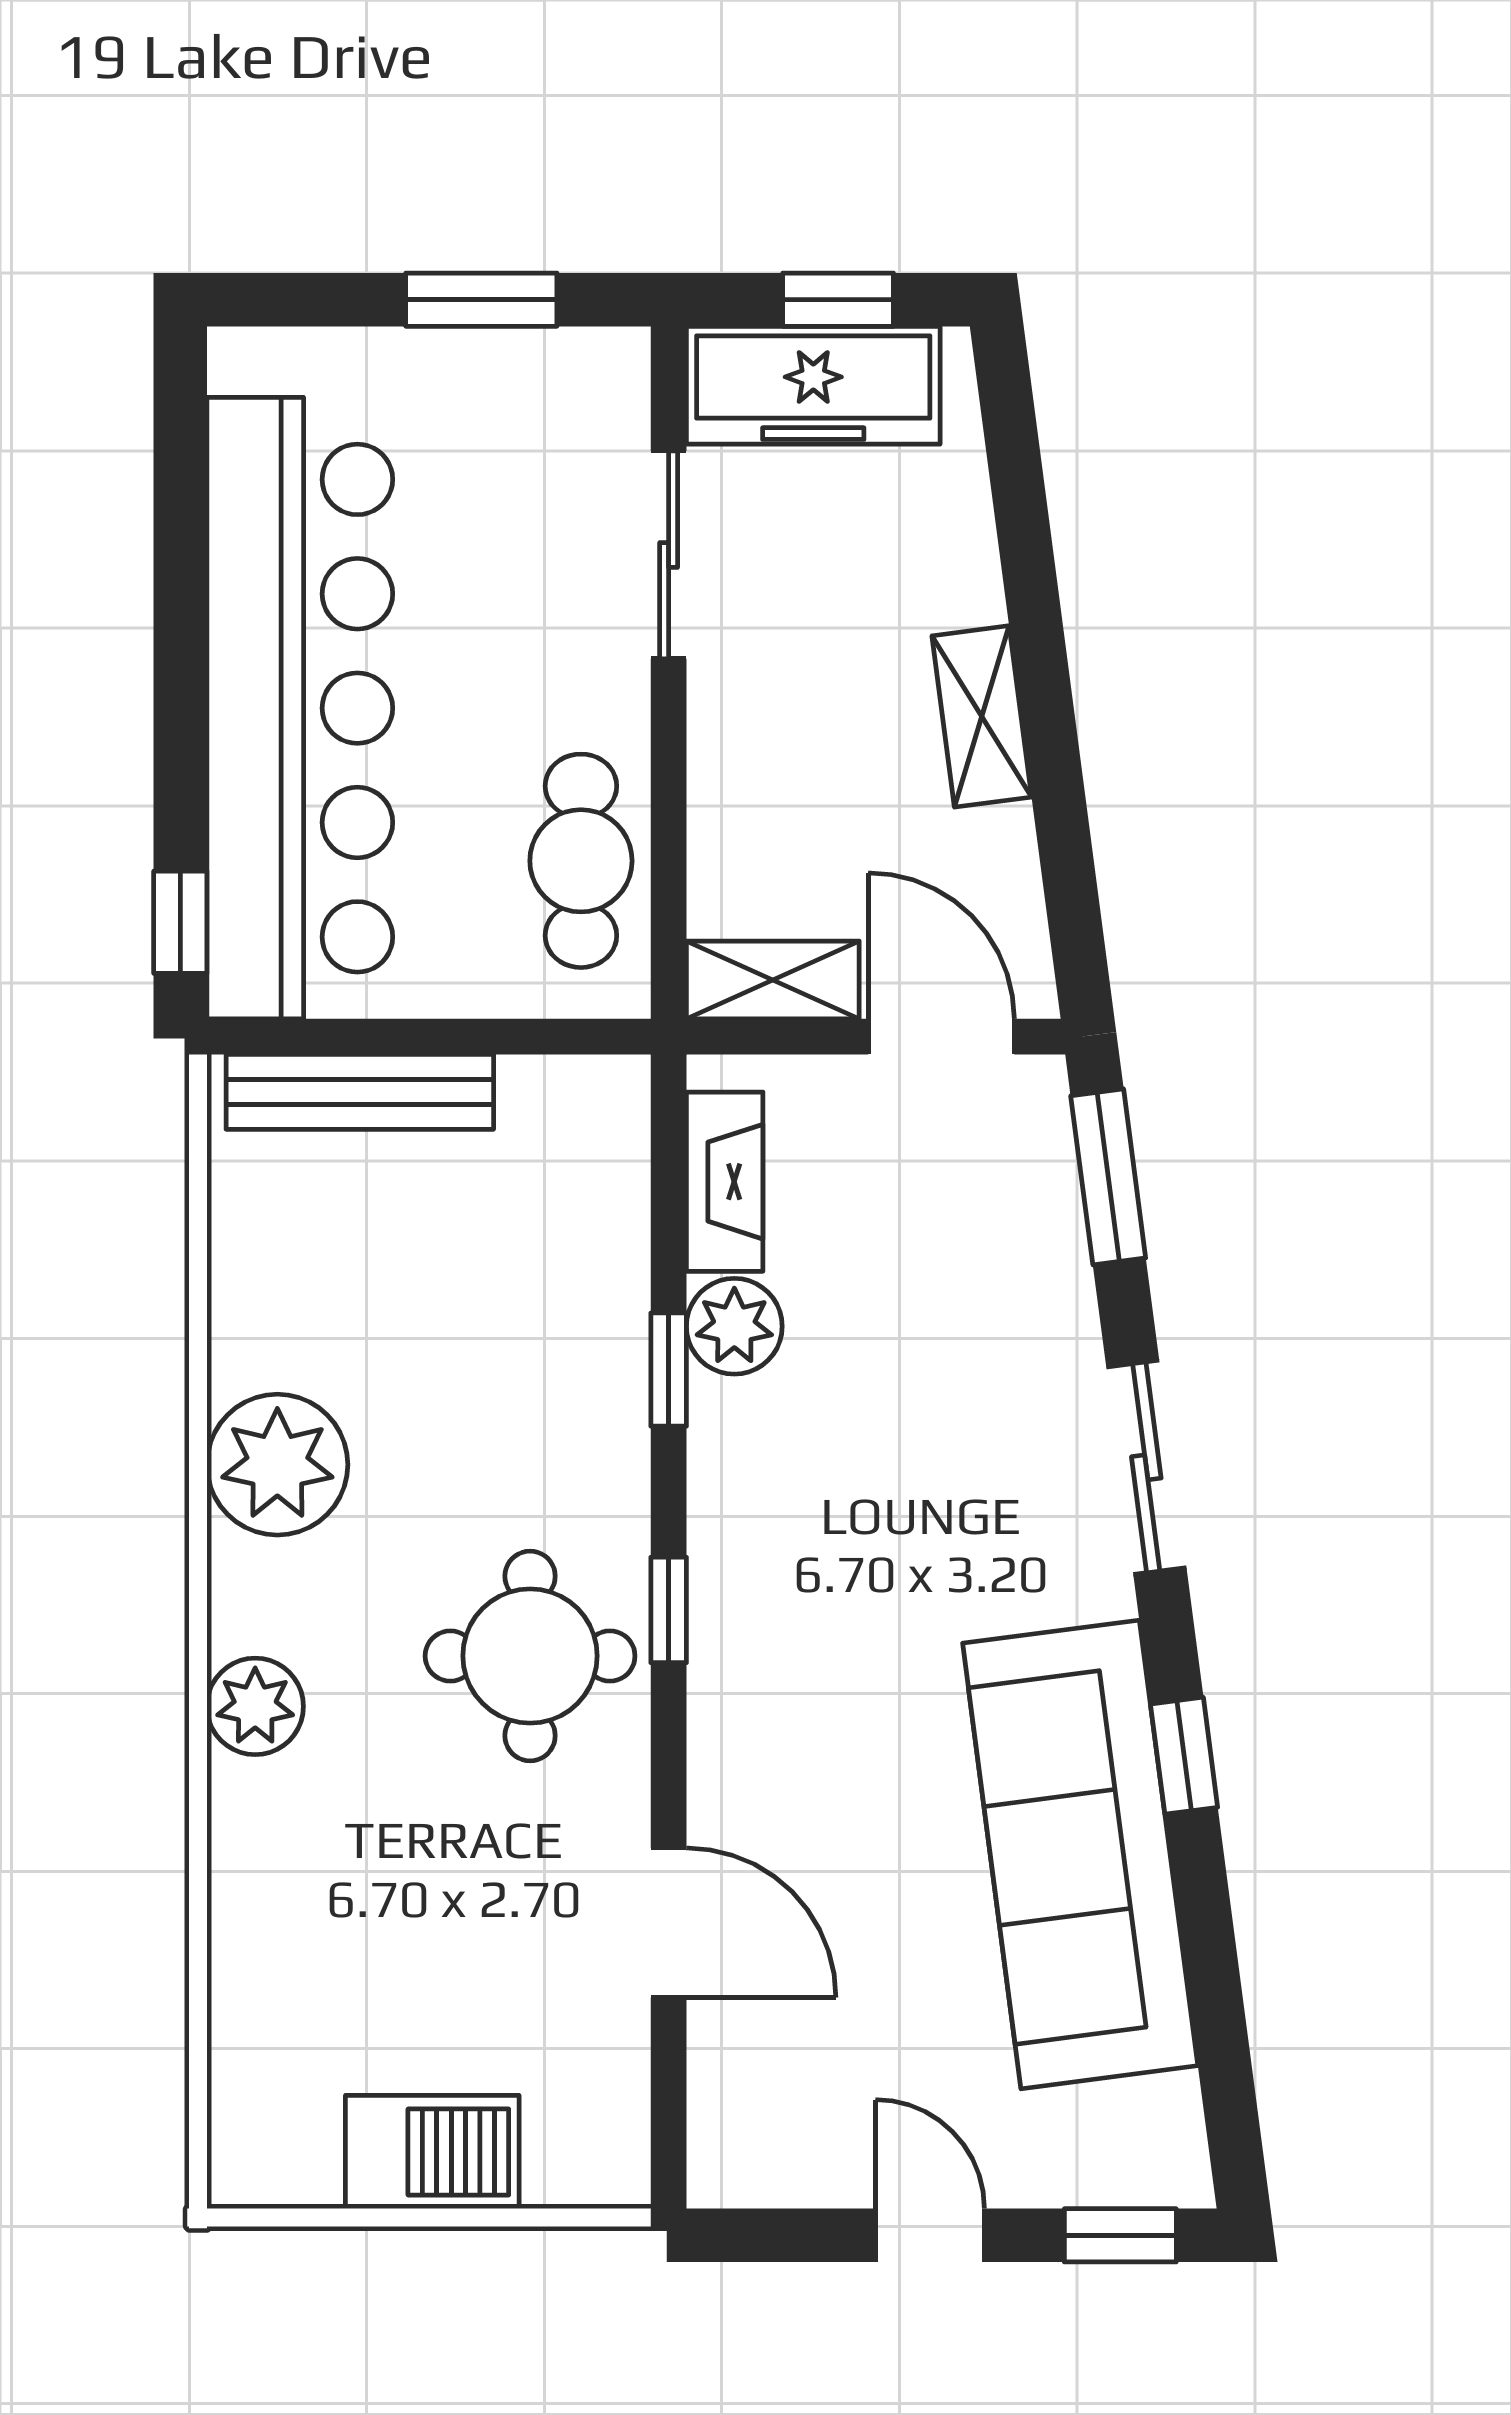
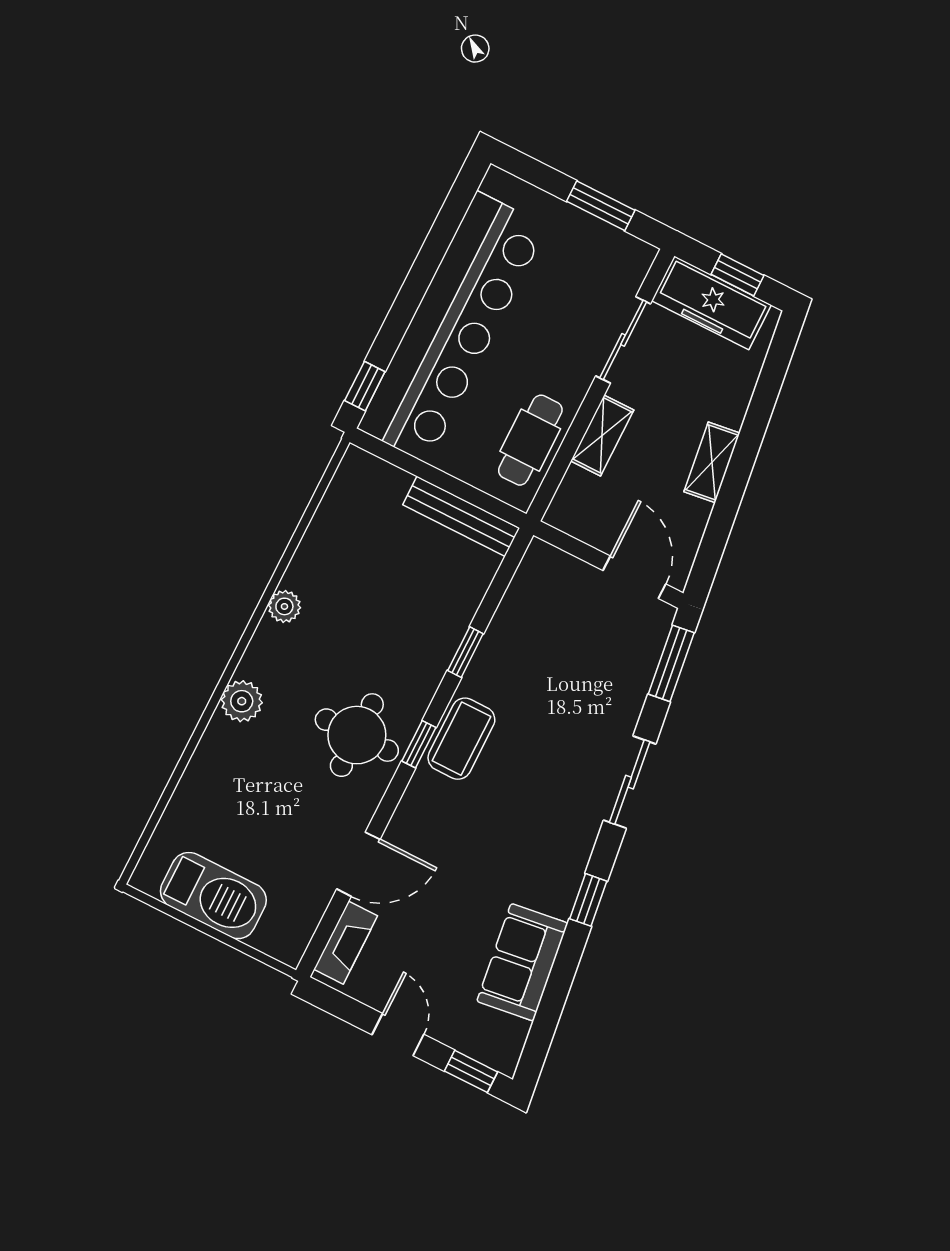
shelving: (773, 980) -> (602, 435), moved, turned 90
bench: (360, 1092) -> (461, 516), moved
fireplace: (725, 1182) -> (346, 943), moved
plant: (734, 1326) -> (499, 648), removed
plant: (277, 1465) -> (284, 606), width x0.53, depth x0.53
coffee table: (751, 1554) -> (461, 739), added
sofa: (1080, 1854) -> (522, 962), width x0.54, depth x0.79
door: (669, 1923) -> (358, 864), hinge flipped
barbecue: (432, 2152) -> (213, 896), width x1.37, depth x1.21

